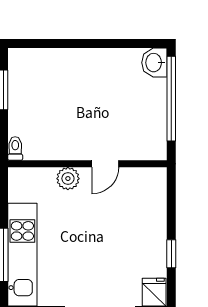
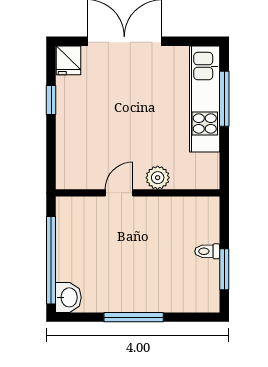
window: (91, 44) -> (134, 317), added
toilet: (15, 149) -> (207, 251), moved, turned 90

